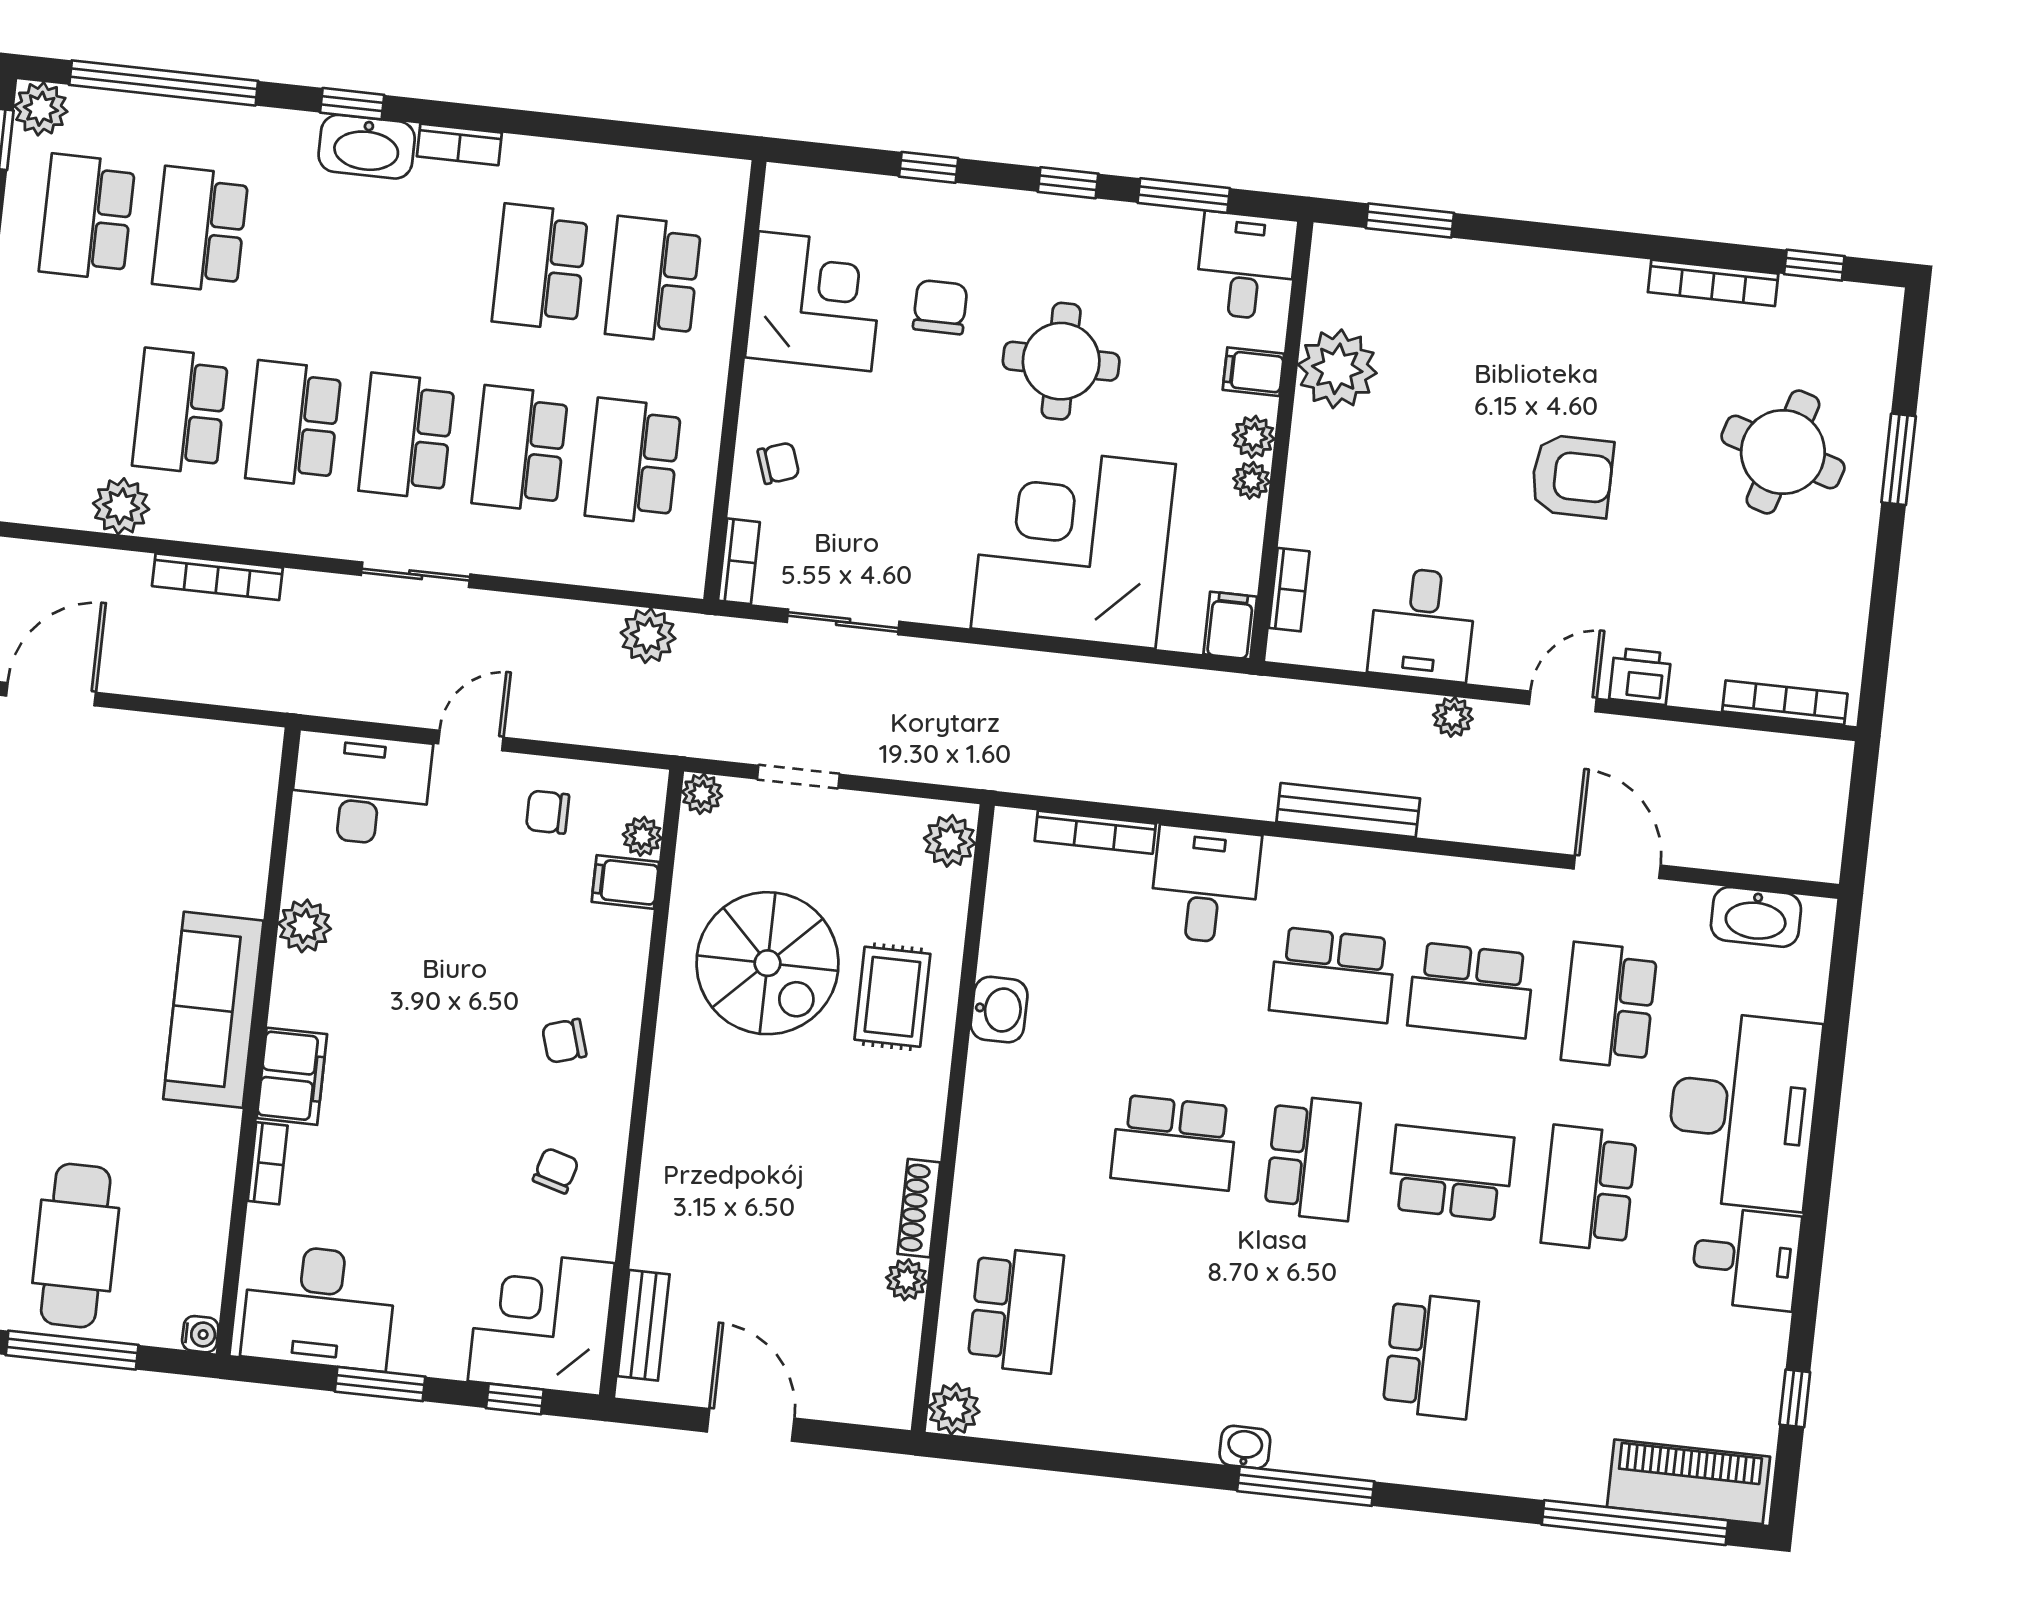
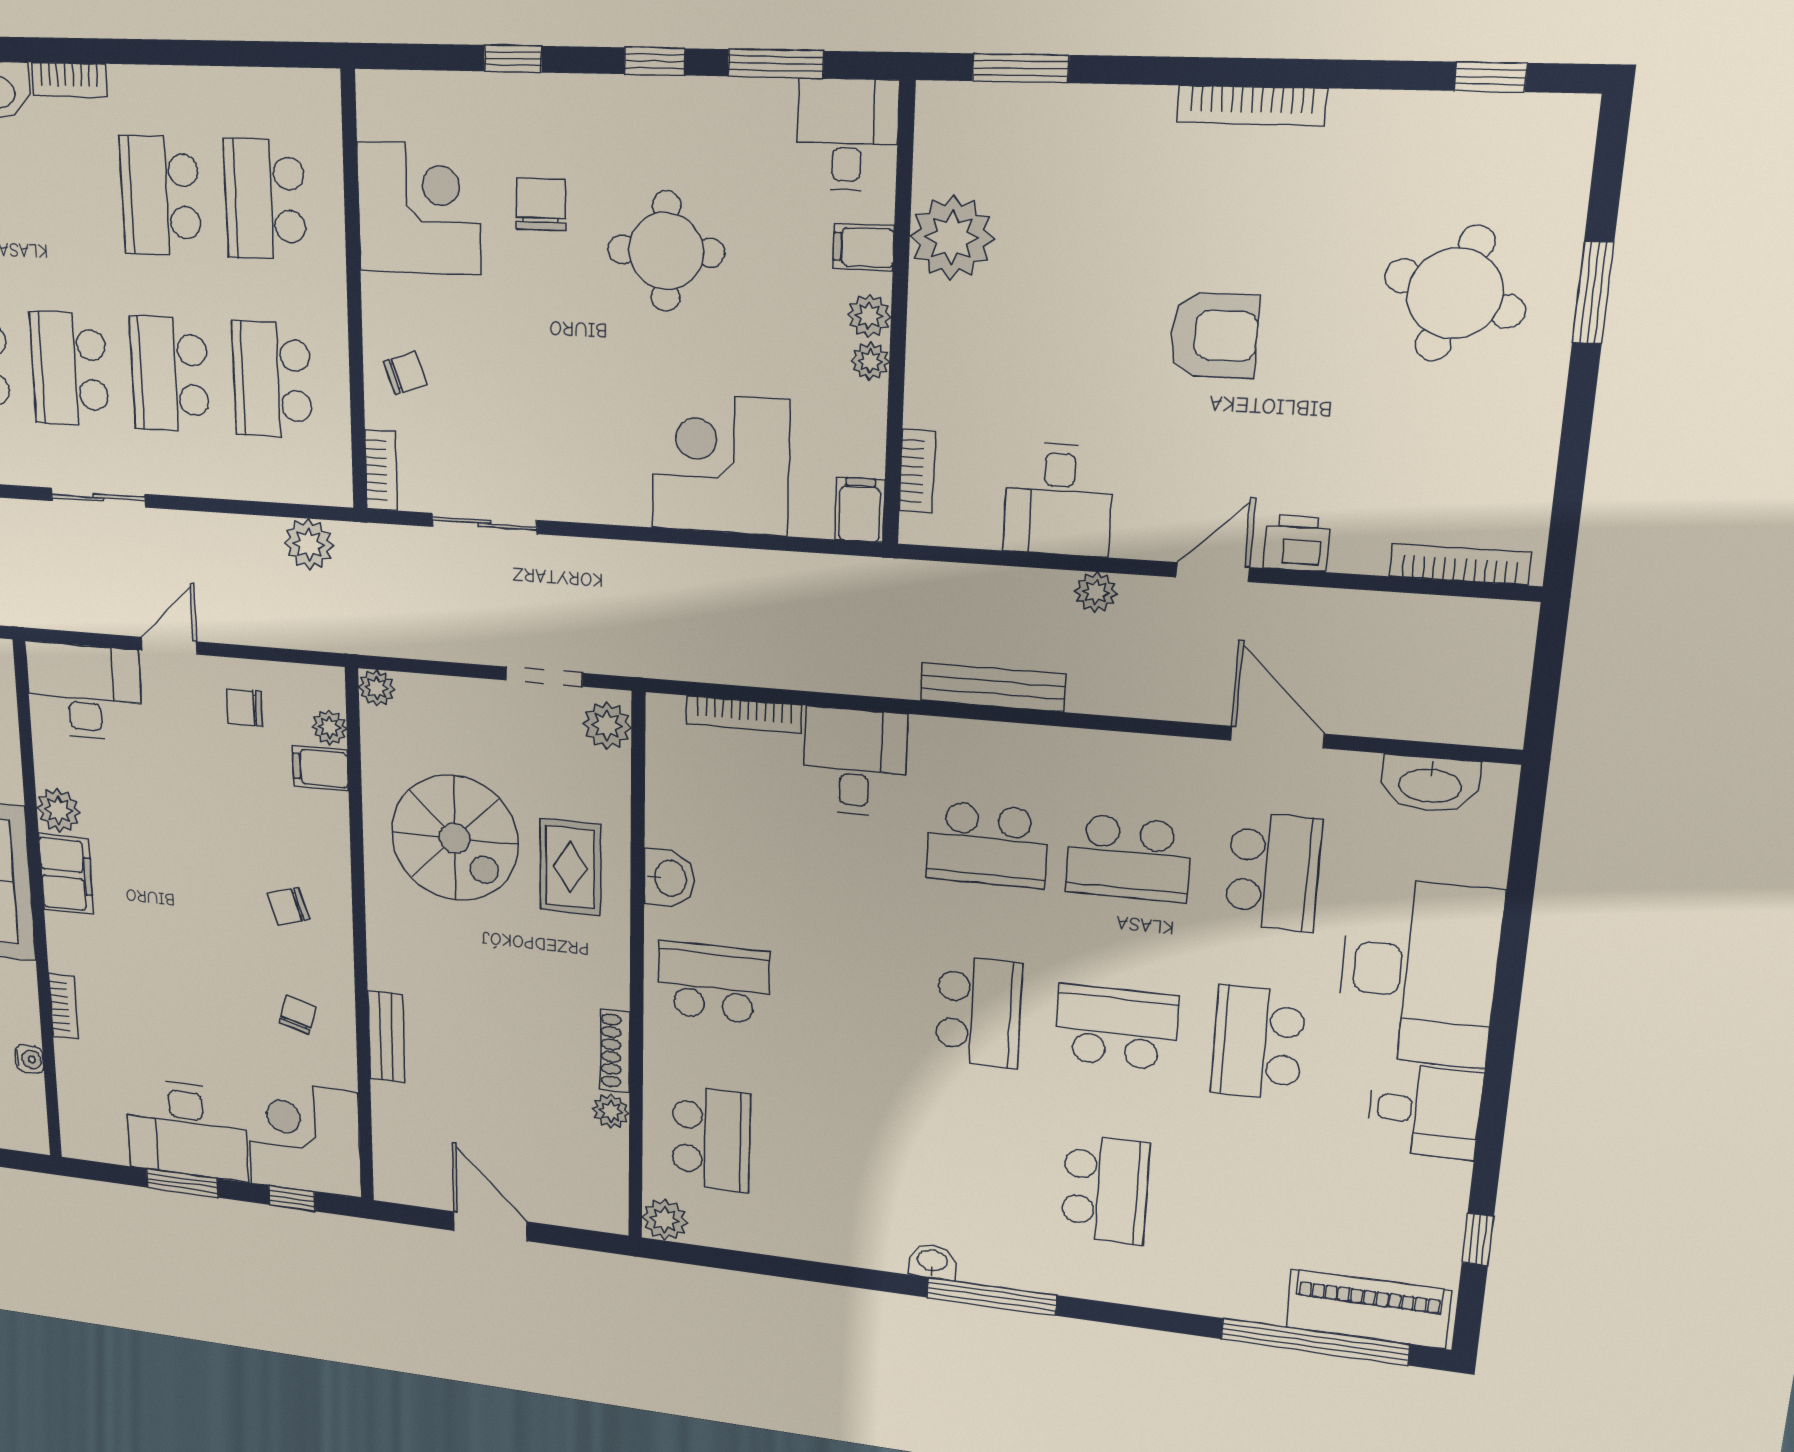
bookcase: (1713, 283) -> (1251, 105), moved
corner desk: (1073, 546) -> (720, 465), width x0.74, depth x0.74
doorway: (798, 777) -> (544, 677), moved
school desk: (1609, 1005) -> (1273, 872), turned 180
filing cabinet: (292, 1076) -> (66, 874), moved
school desk: (1174, 1142) -> (714, 982), moved, turned 180
desk: (319, 1307) -> (187, 1130), moved
bench: (644, 1325) -> (386, 1037), moved
water cooler: (200, 1334) -> (30, 1059), moved

